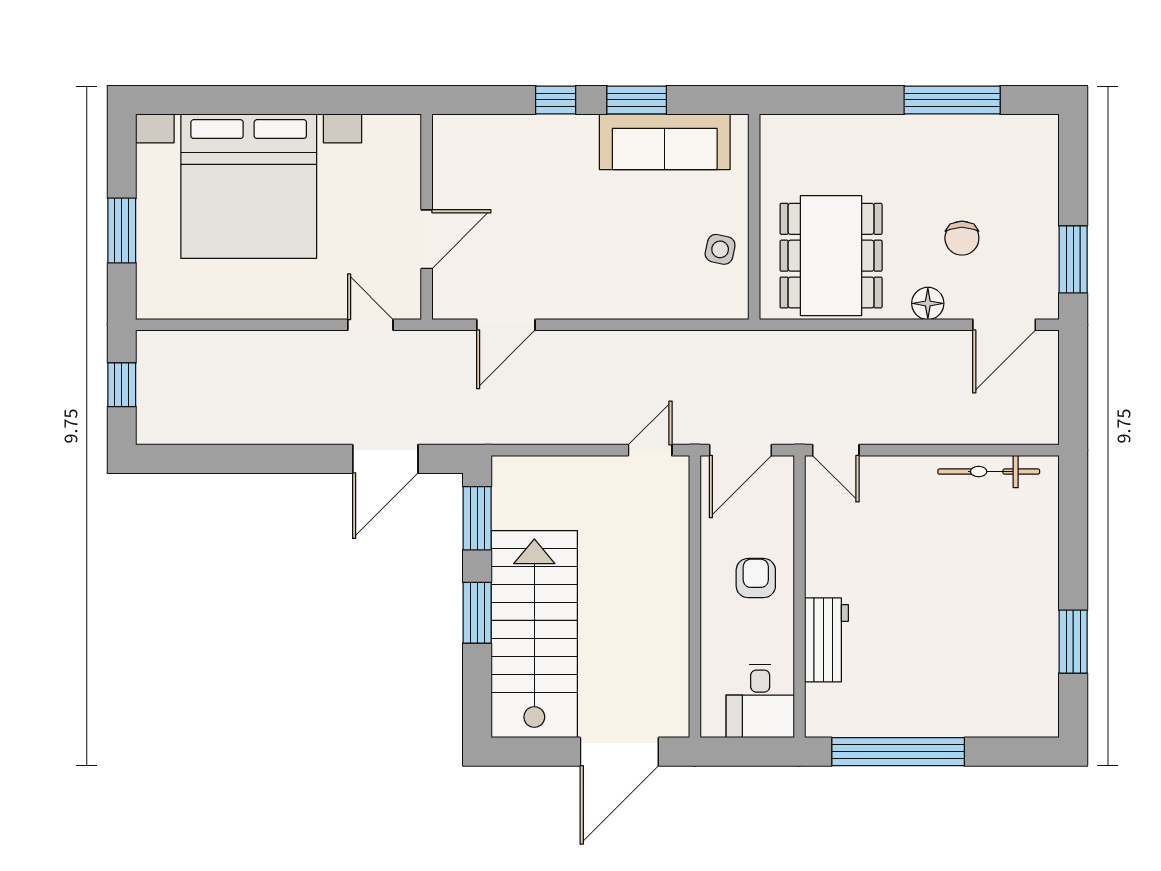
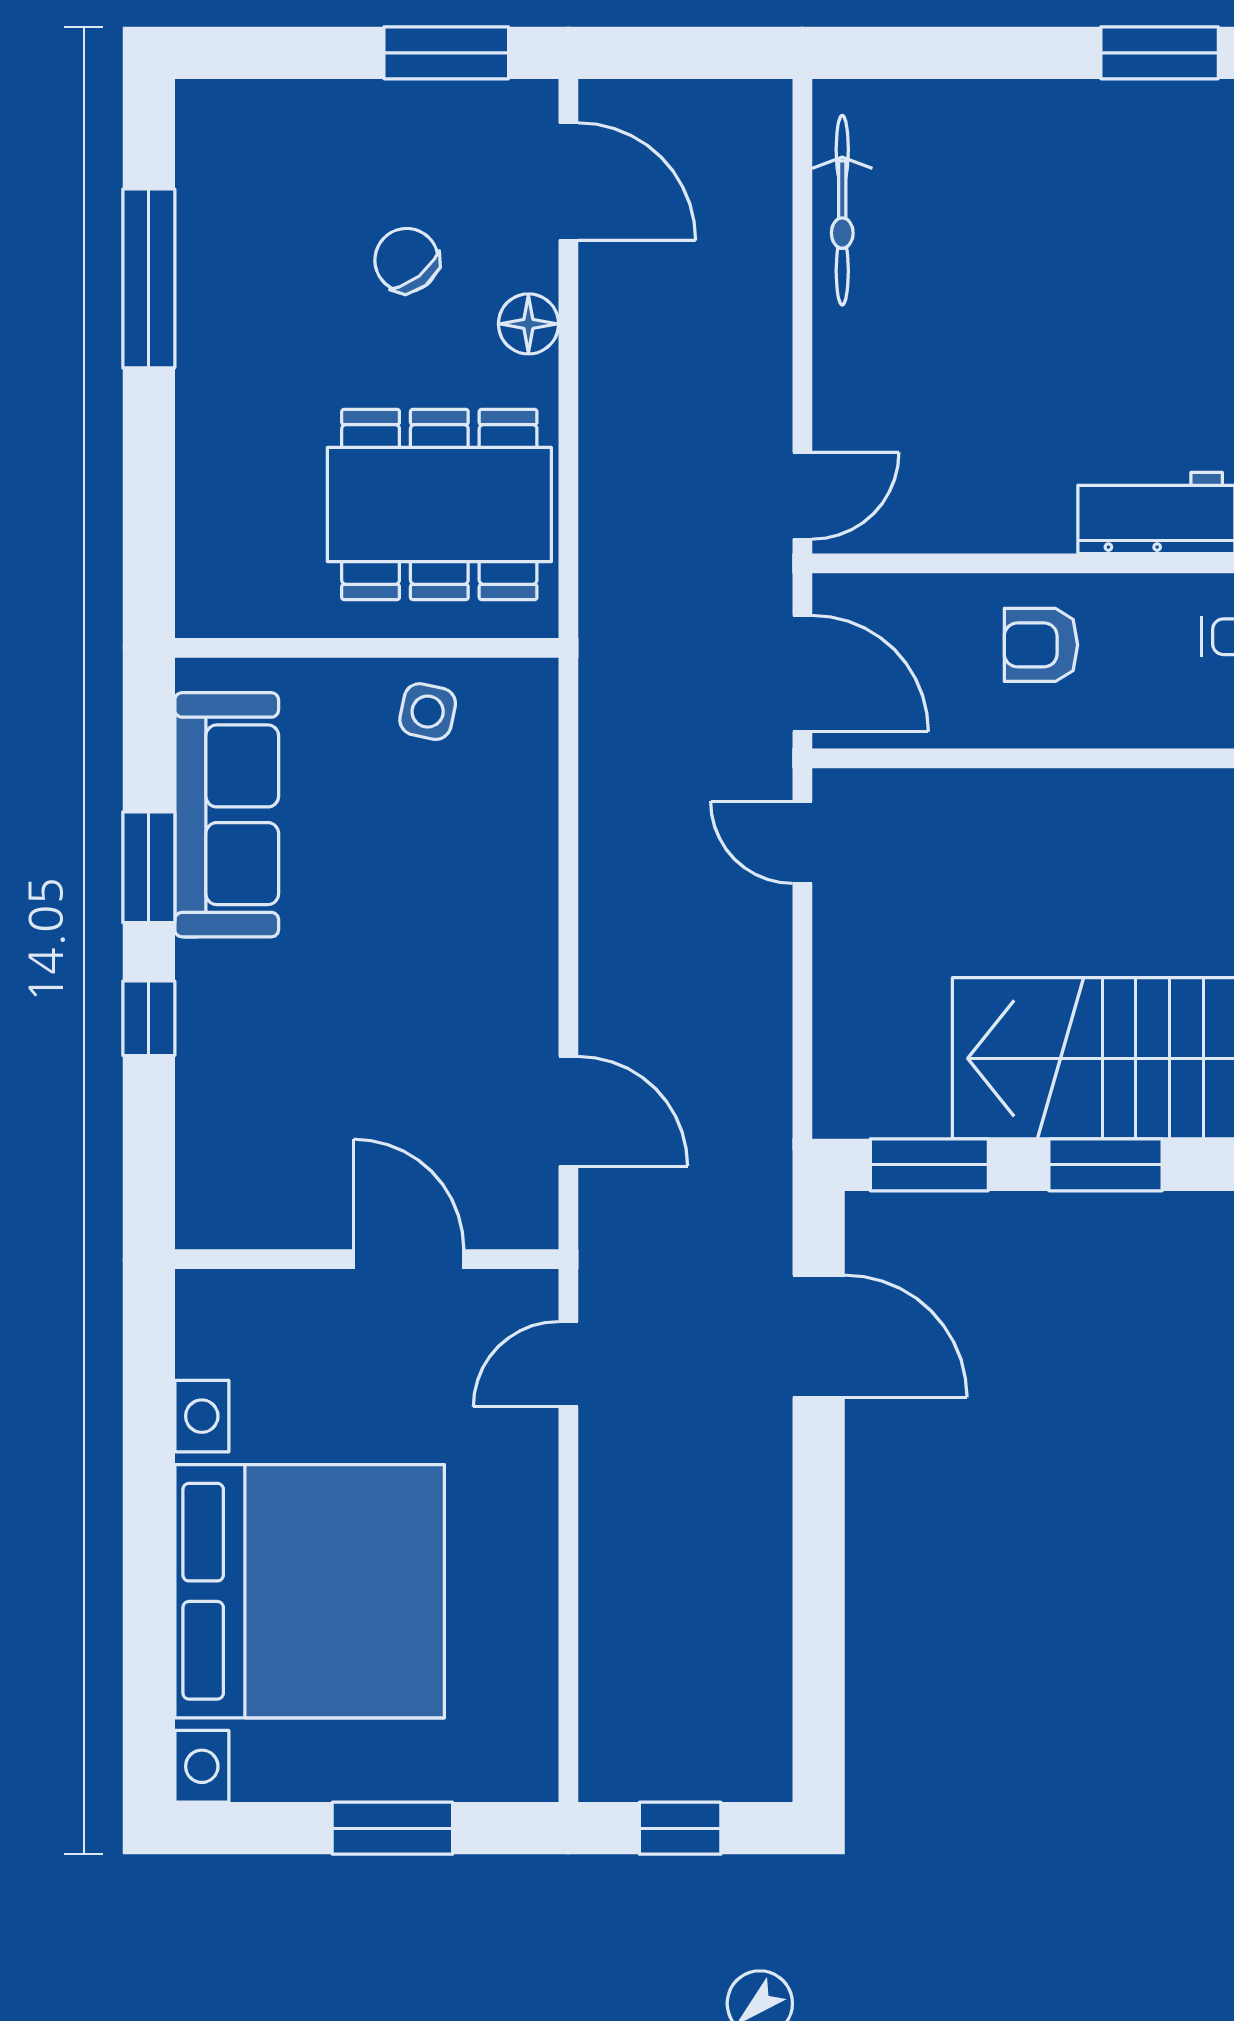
chair: (962, 238) -> (407, 260), turned -128

